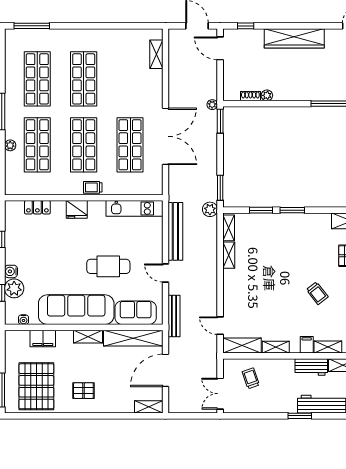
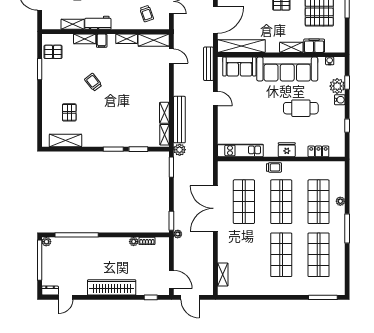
bench: (175, 231) -> (179, 120), moved
cafe table: (108, 266) -> (301, 108), moved
shelving: (88, 337) -> (291, 47), moved

